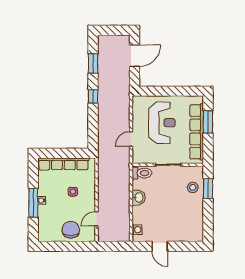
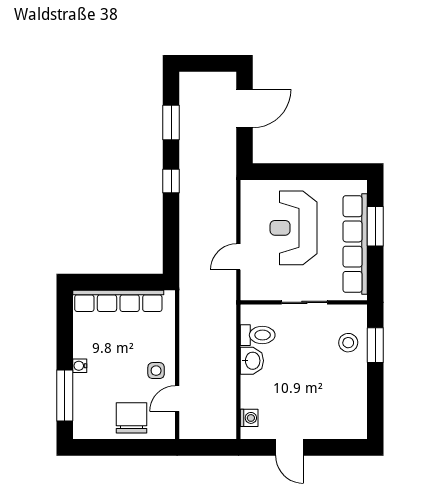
reception desk: (162, 123) -> (294, 228), turned 180
toilet: (142, 173) -> (258, 335), moved
side table: (73, 192) -> (156, 371), moved
window: (33, 203) -> (65, 395), moved

